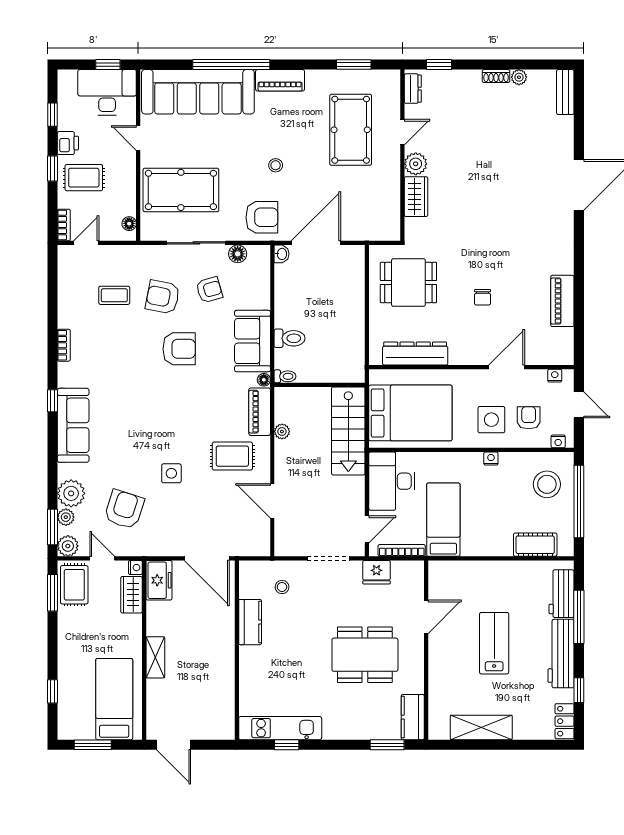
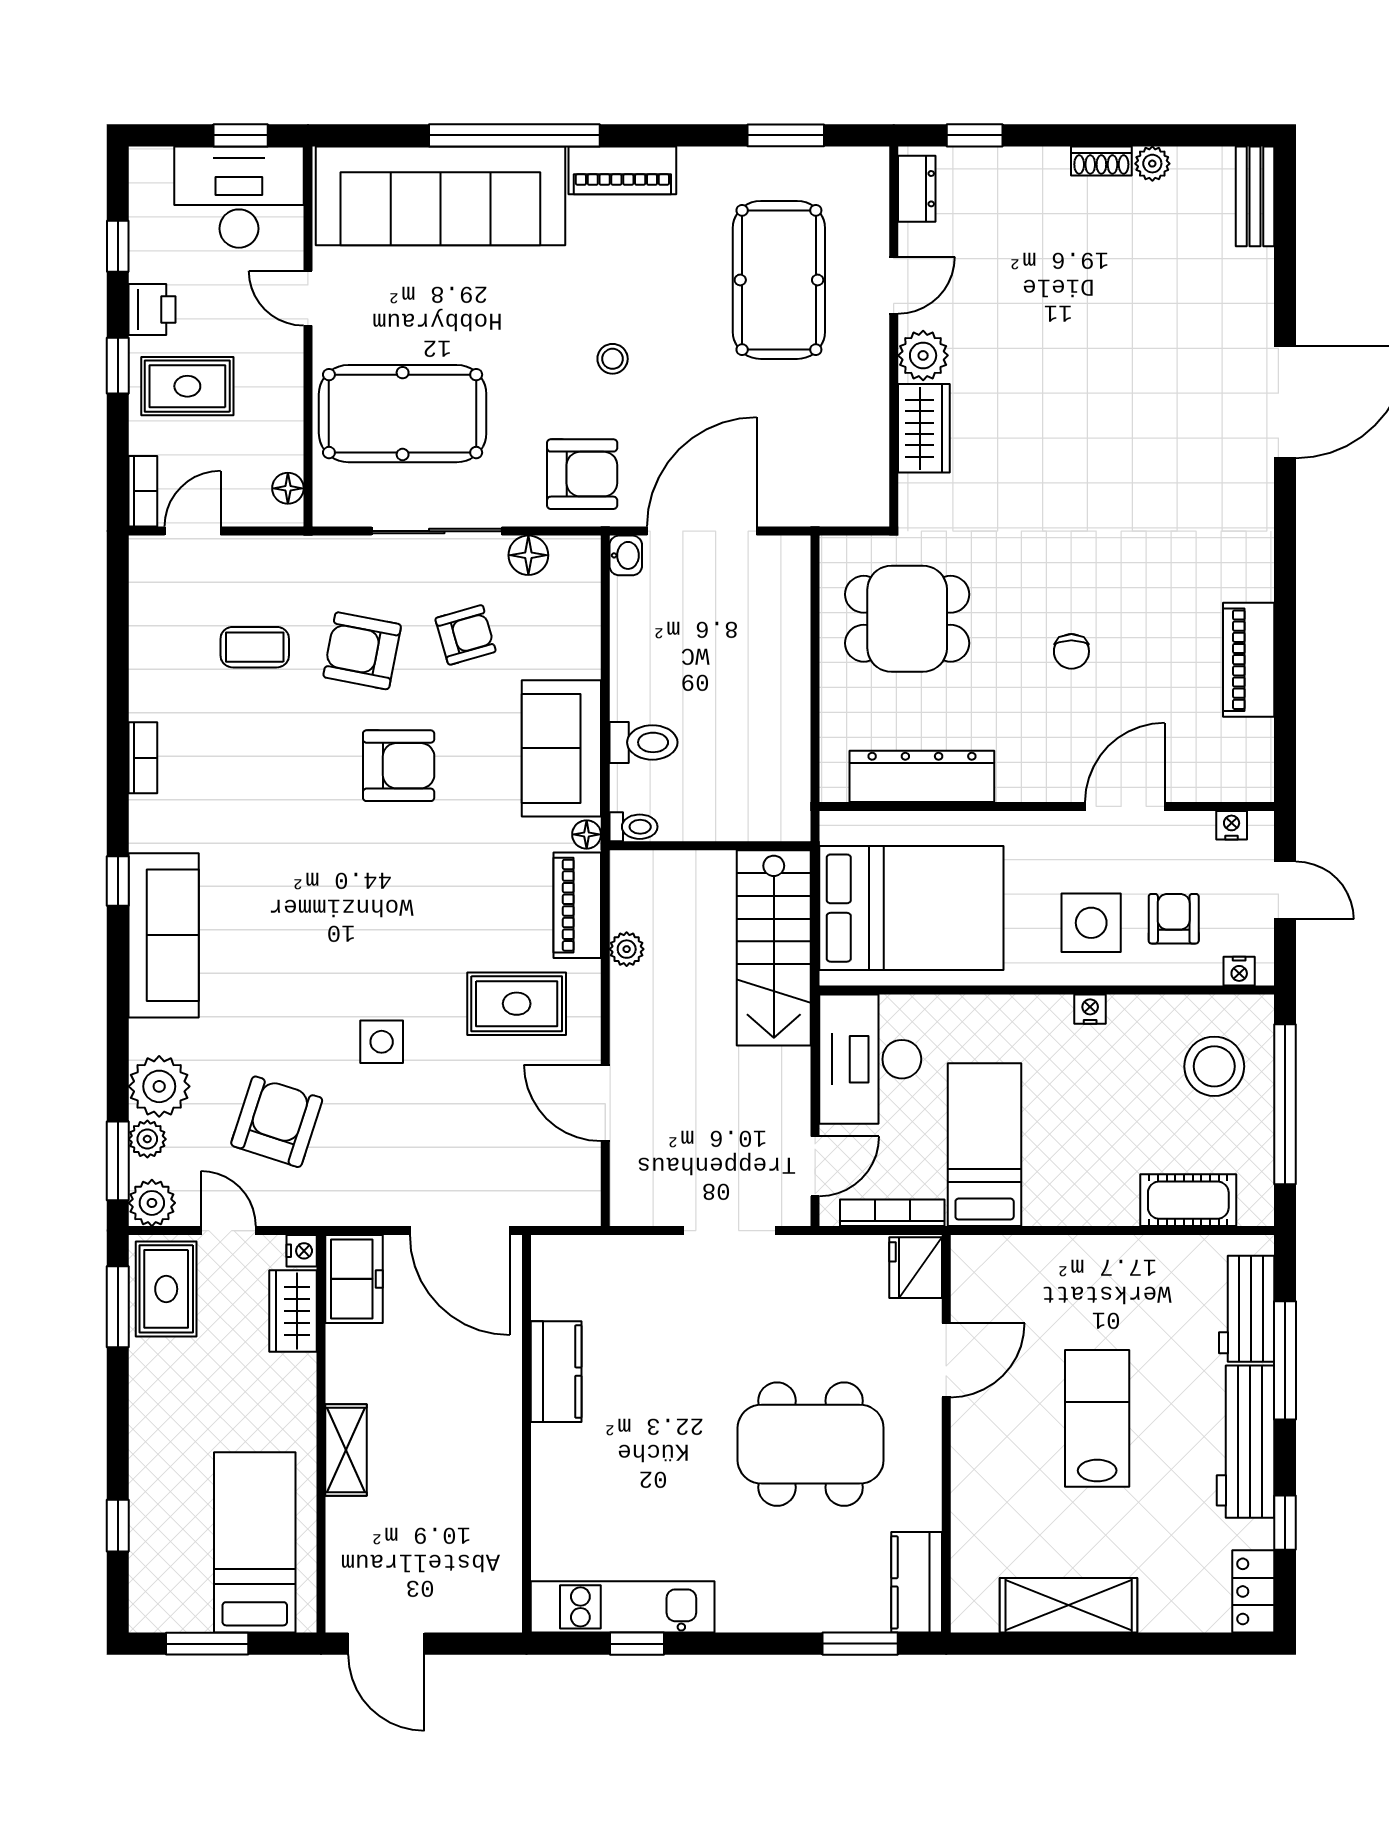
fridge: (376, 572) -> (916, 1268), moved, turned 90
stool: (282, 587) -> (627, 1294), removed

